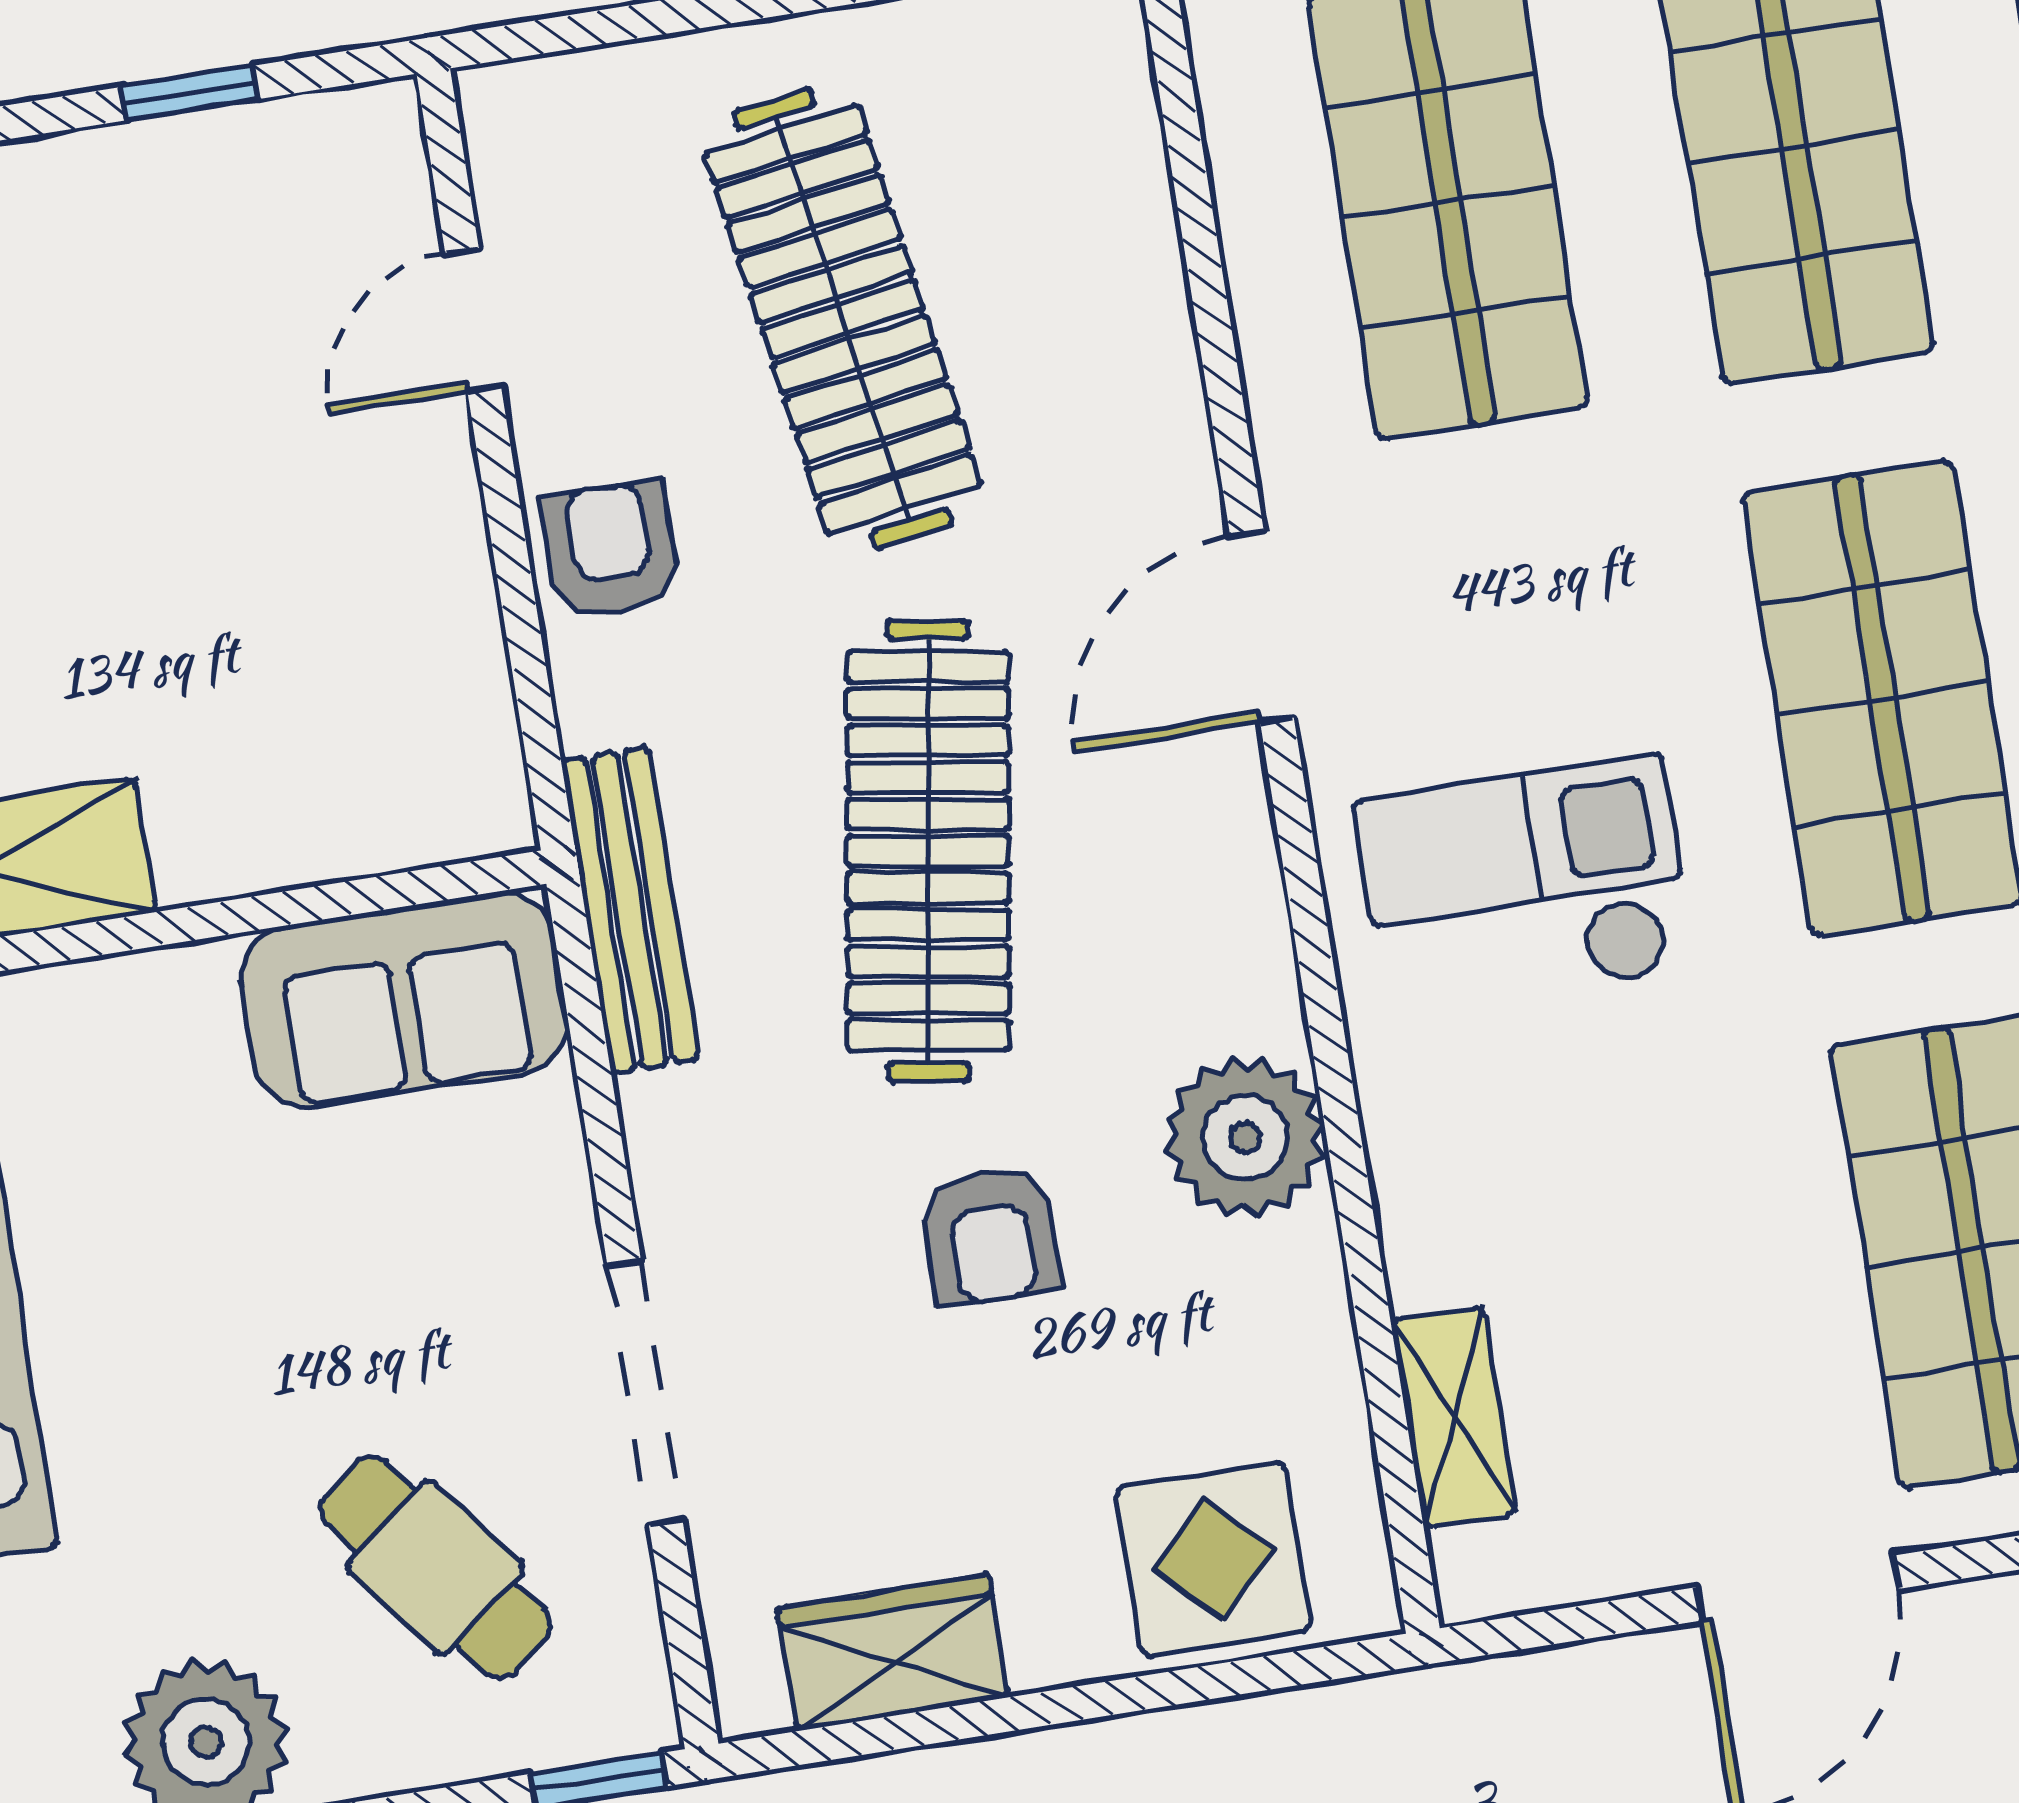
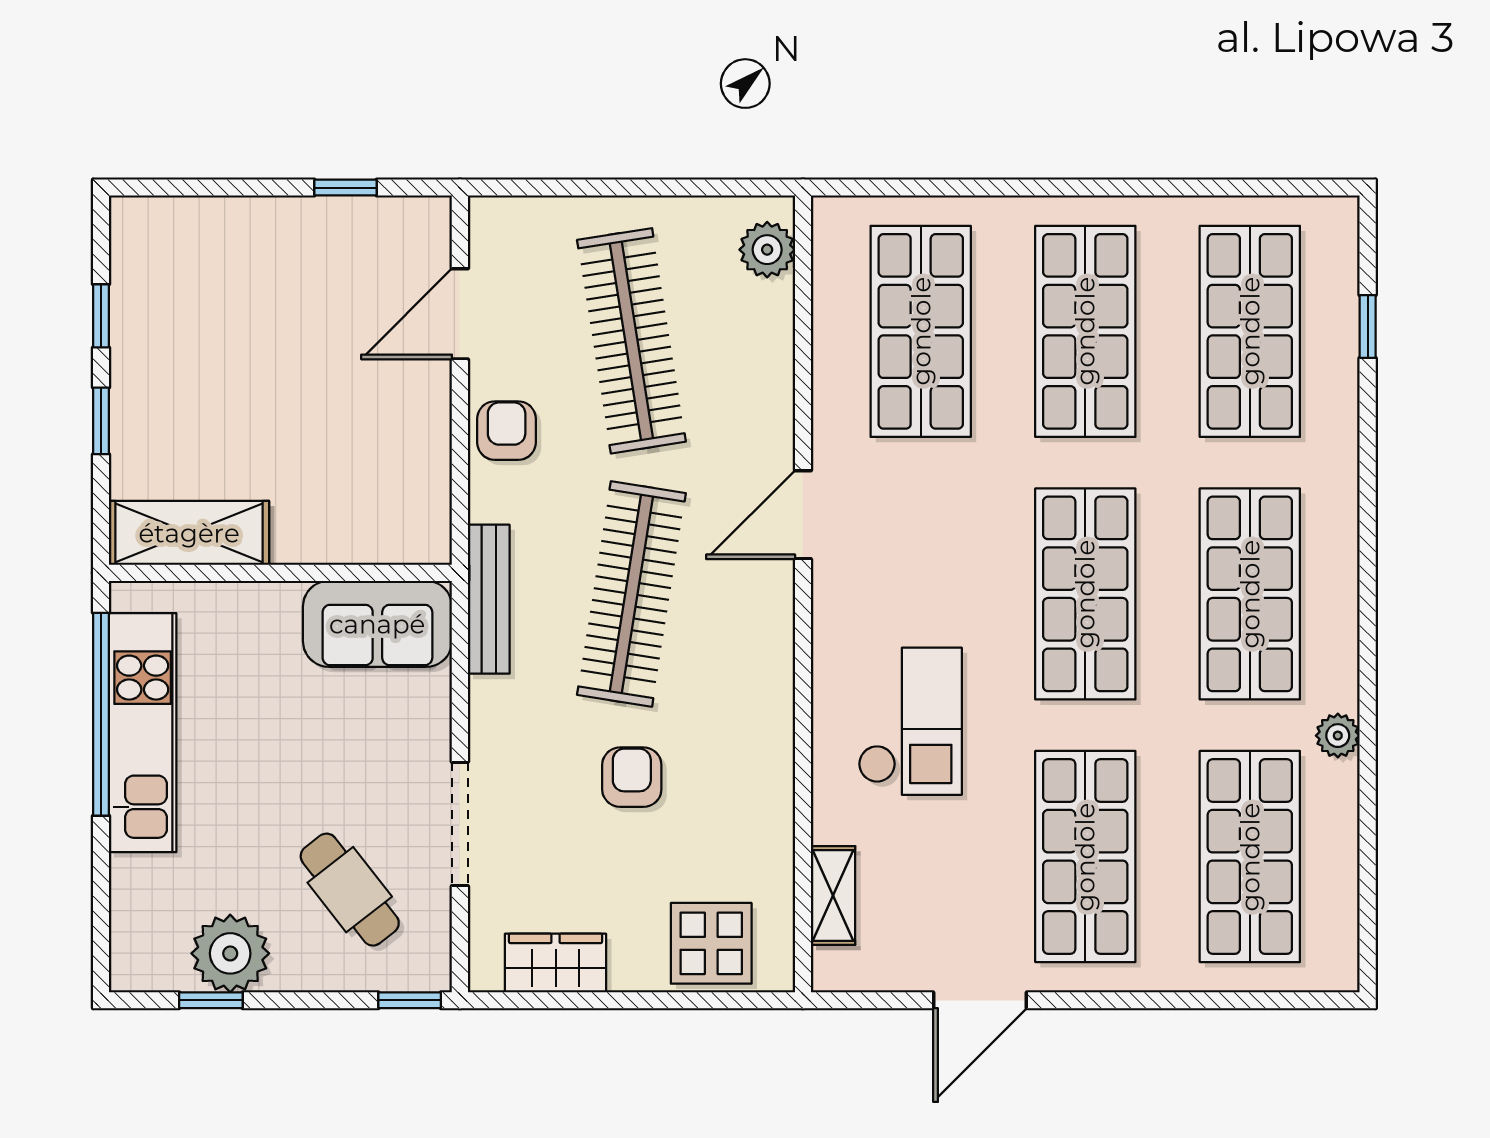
door: (473, 320) -> (460, 314), width x1.38
checkout: (1524, 886) -> (910, 721), moved, turned 90
plant: (1245, 1138) -> (767, 250), moved, width x0.73, depth x0.73
armchair: (991, 1236) -> (632, 777), turned 180

